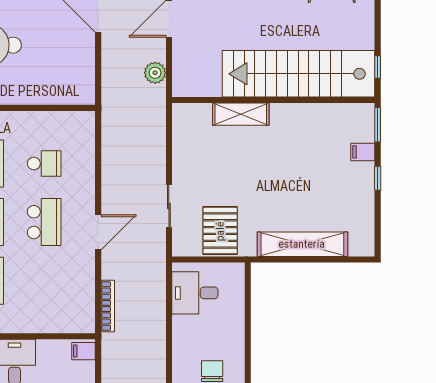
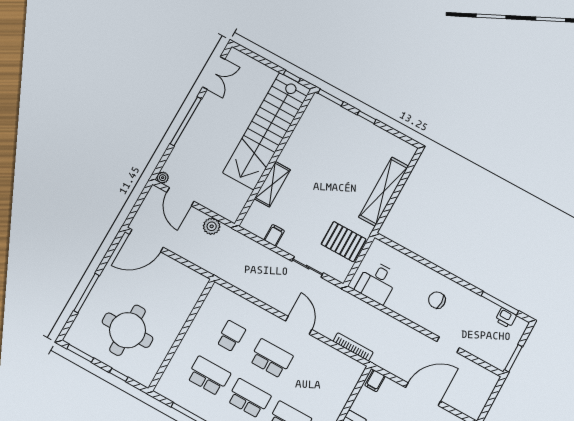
filing cabinet: (363, 152) -> (274, 235), moved, turned 180

